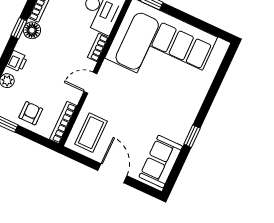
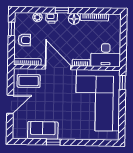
window: (19, 28) -> (62, 10), moved
door: (90, 83) -> (58, 67), width x1.87
sofa: (161, 162) -> (43, 130), moved

